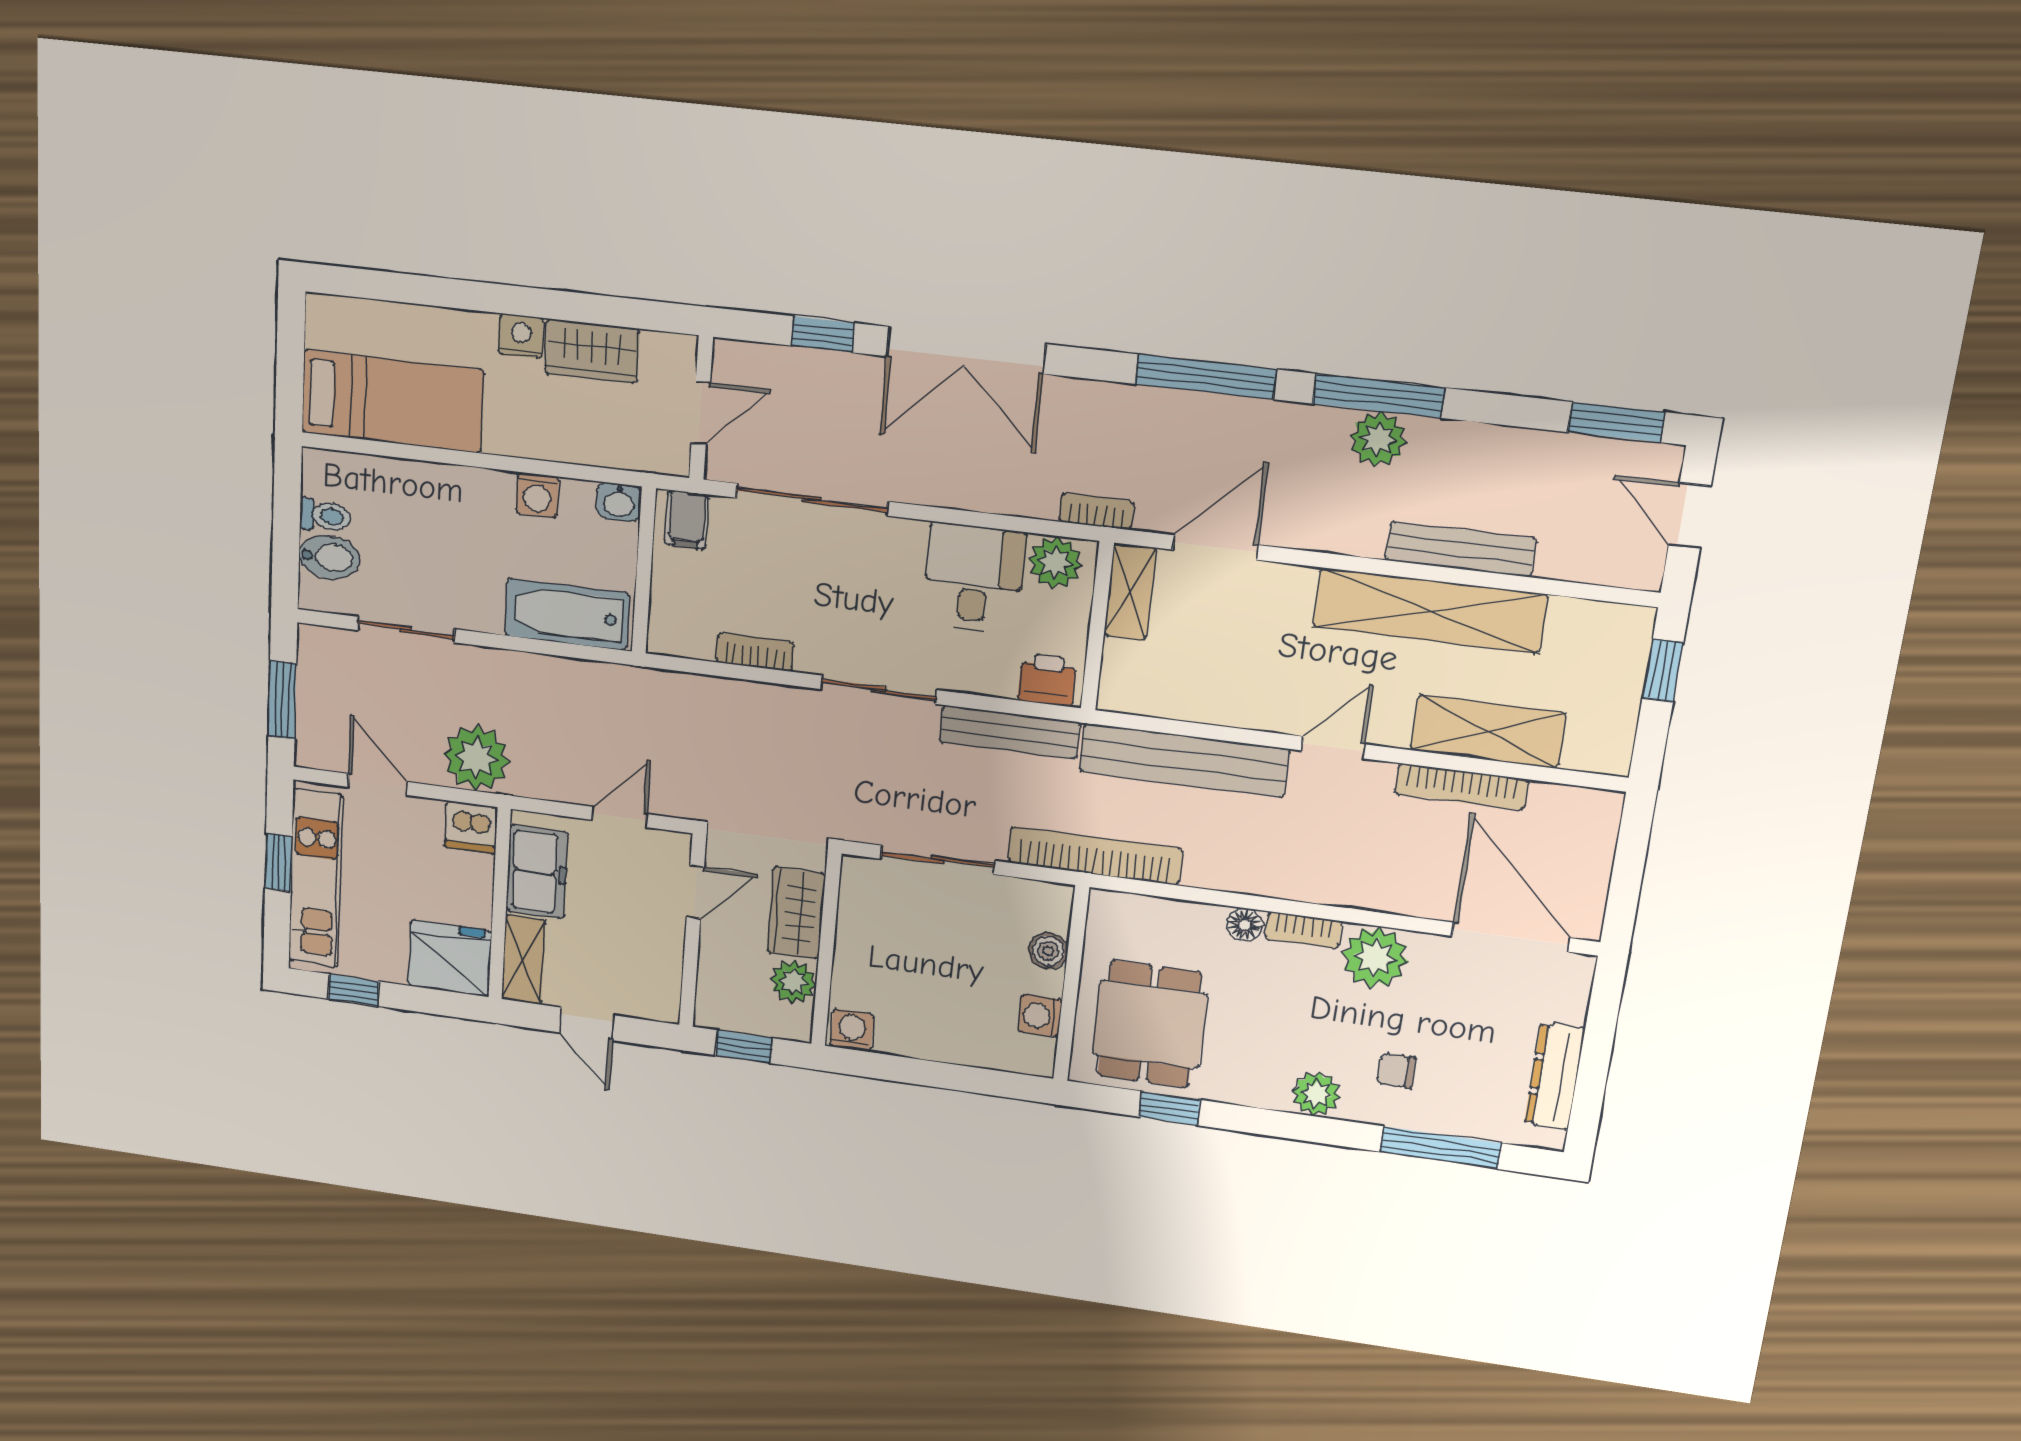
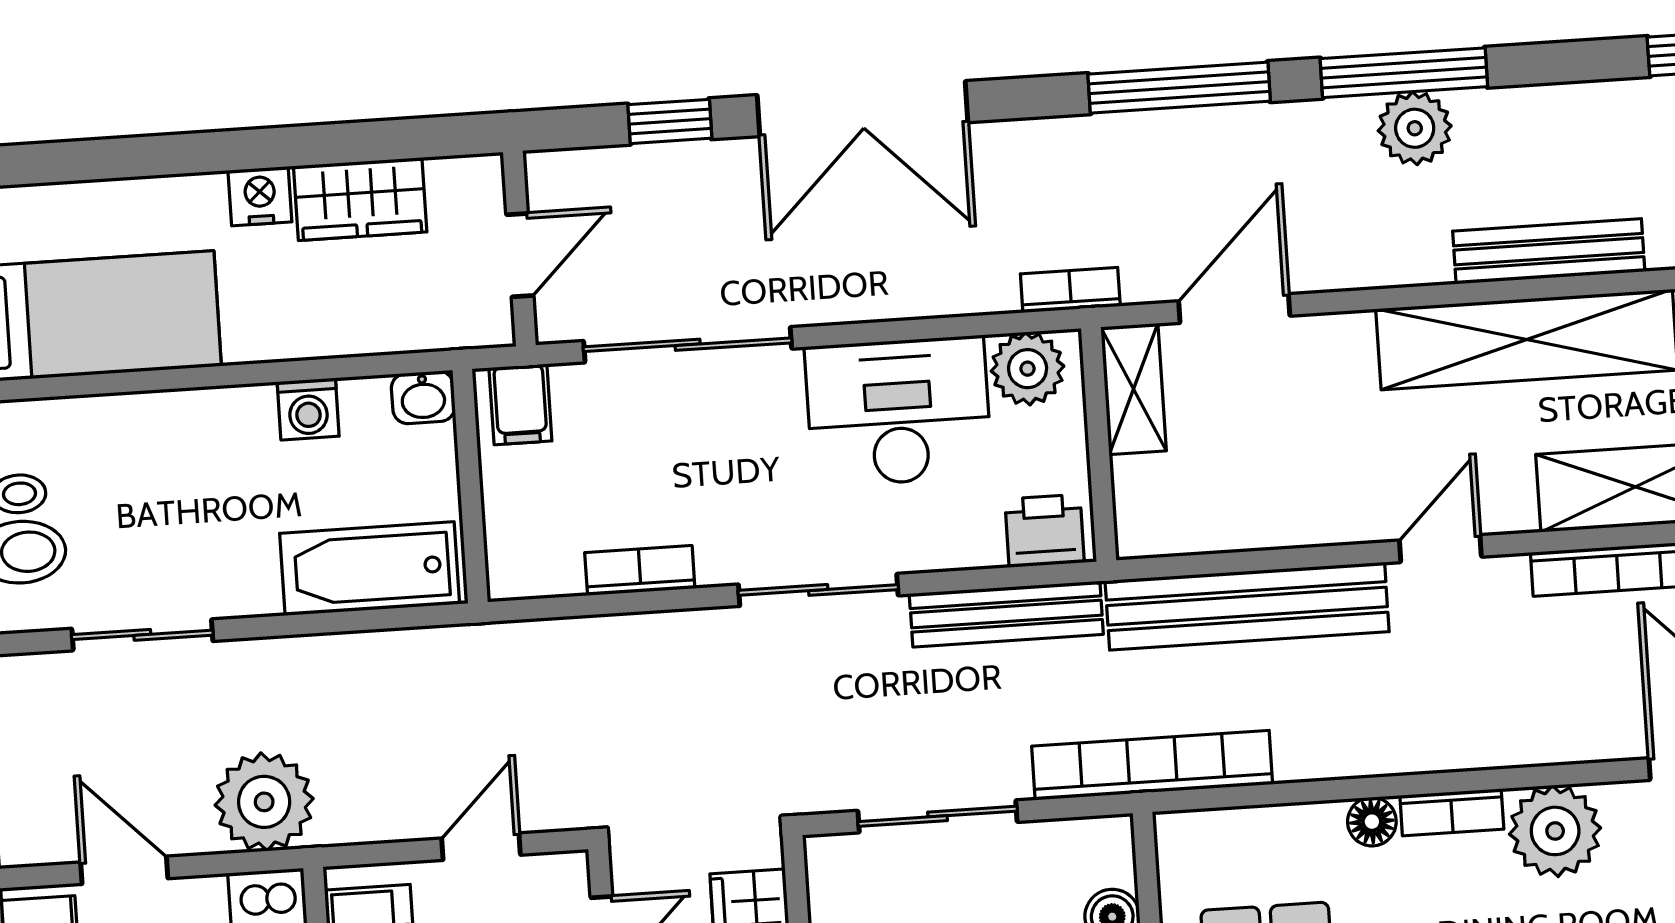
desk: (974, 578) -> (898, 411), width x1.37

